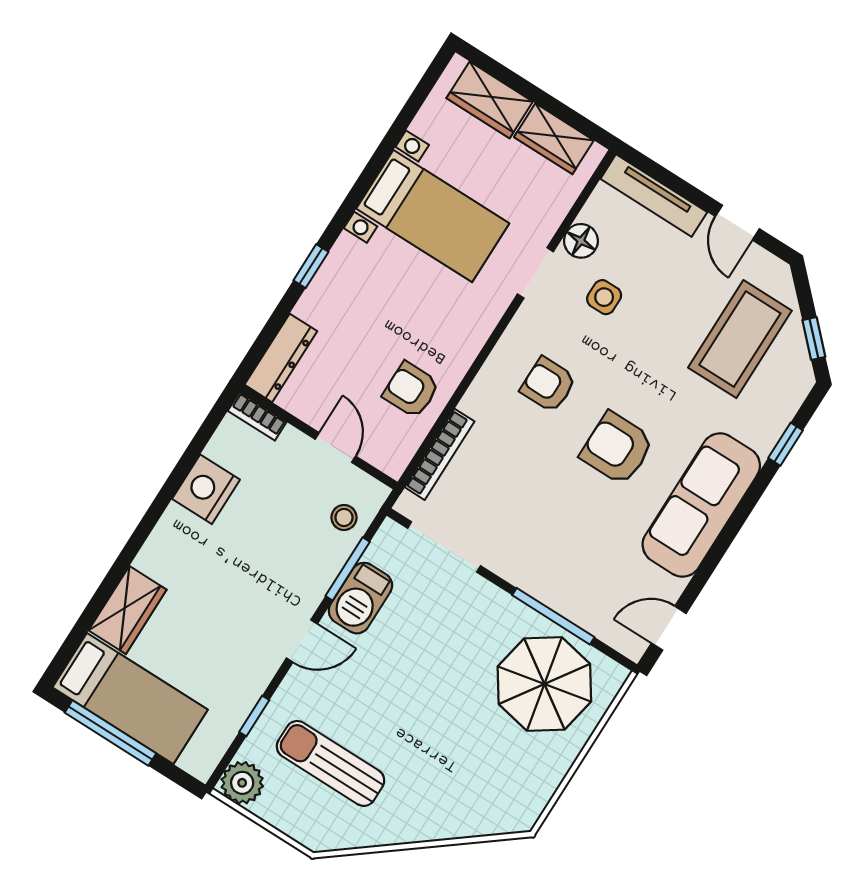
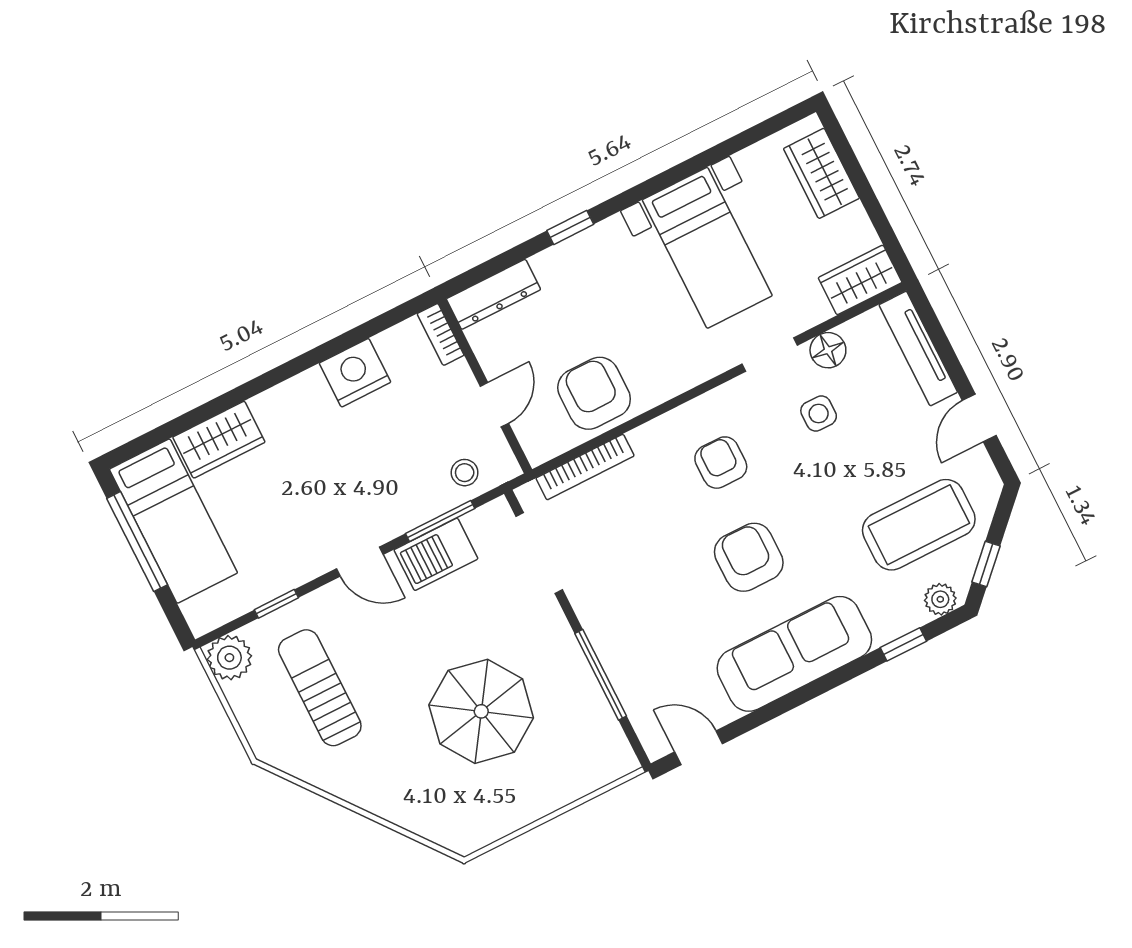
wardrobe: (554, 139) -> (860, 280), moved, turned 90
plant: (794, 389) -> (940, 599), added
armchair: (411, 390) -> (594, 393), width x1.38, depth x1.38
parasol: (544, 684) -> (481, 711), moved

